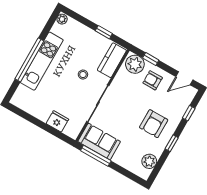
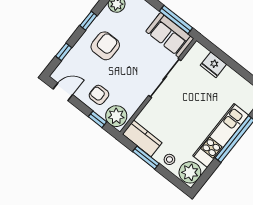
plant: (62, 19) -> (190, 172), width x1.88, depth x1.88
window: (104, 32) -> (146, 158), width x1.50
kitchen counter: (112, 60) -> (142, 138), moved, turned -90
stool: (83, 75) -> (169, 159), moved
armchair: (153, 80) -> (99, 95), turned 180

